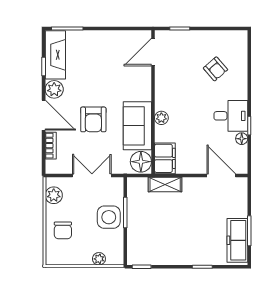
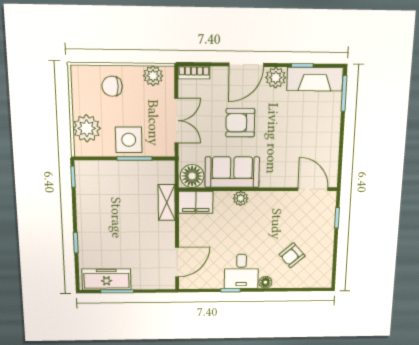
floor lamp: (242, 139) -> (265, 282), moved
bookcase: (51, 146) -> (194, 73), moved
plant: (99, 259) -> (87, 128), width x1.87, depth x1.87

